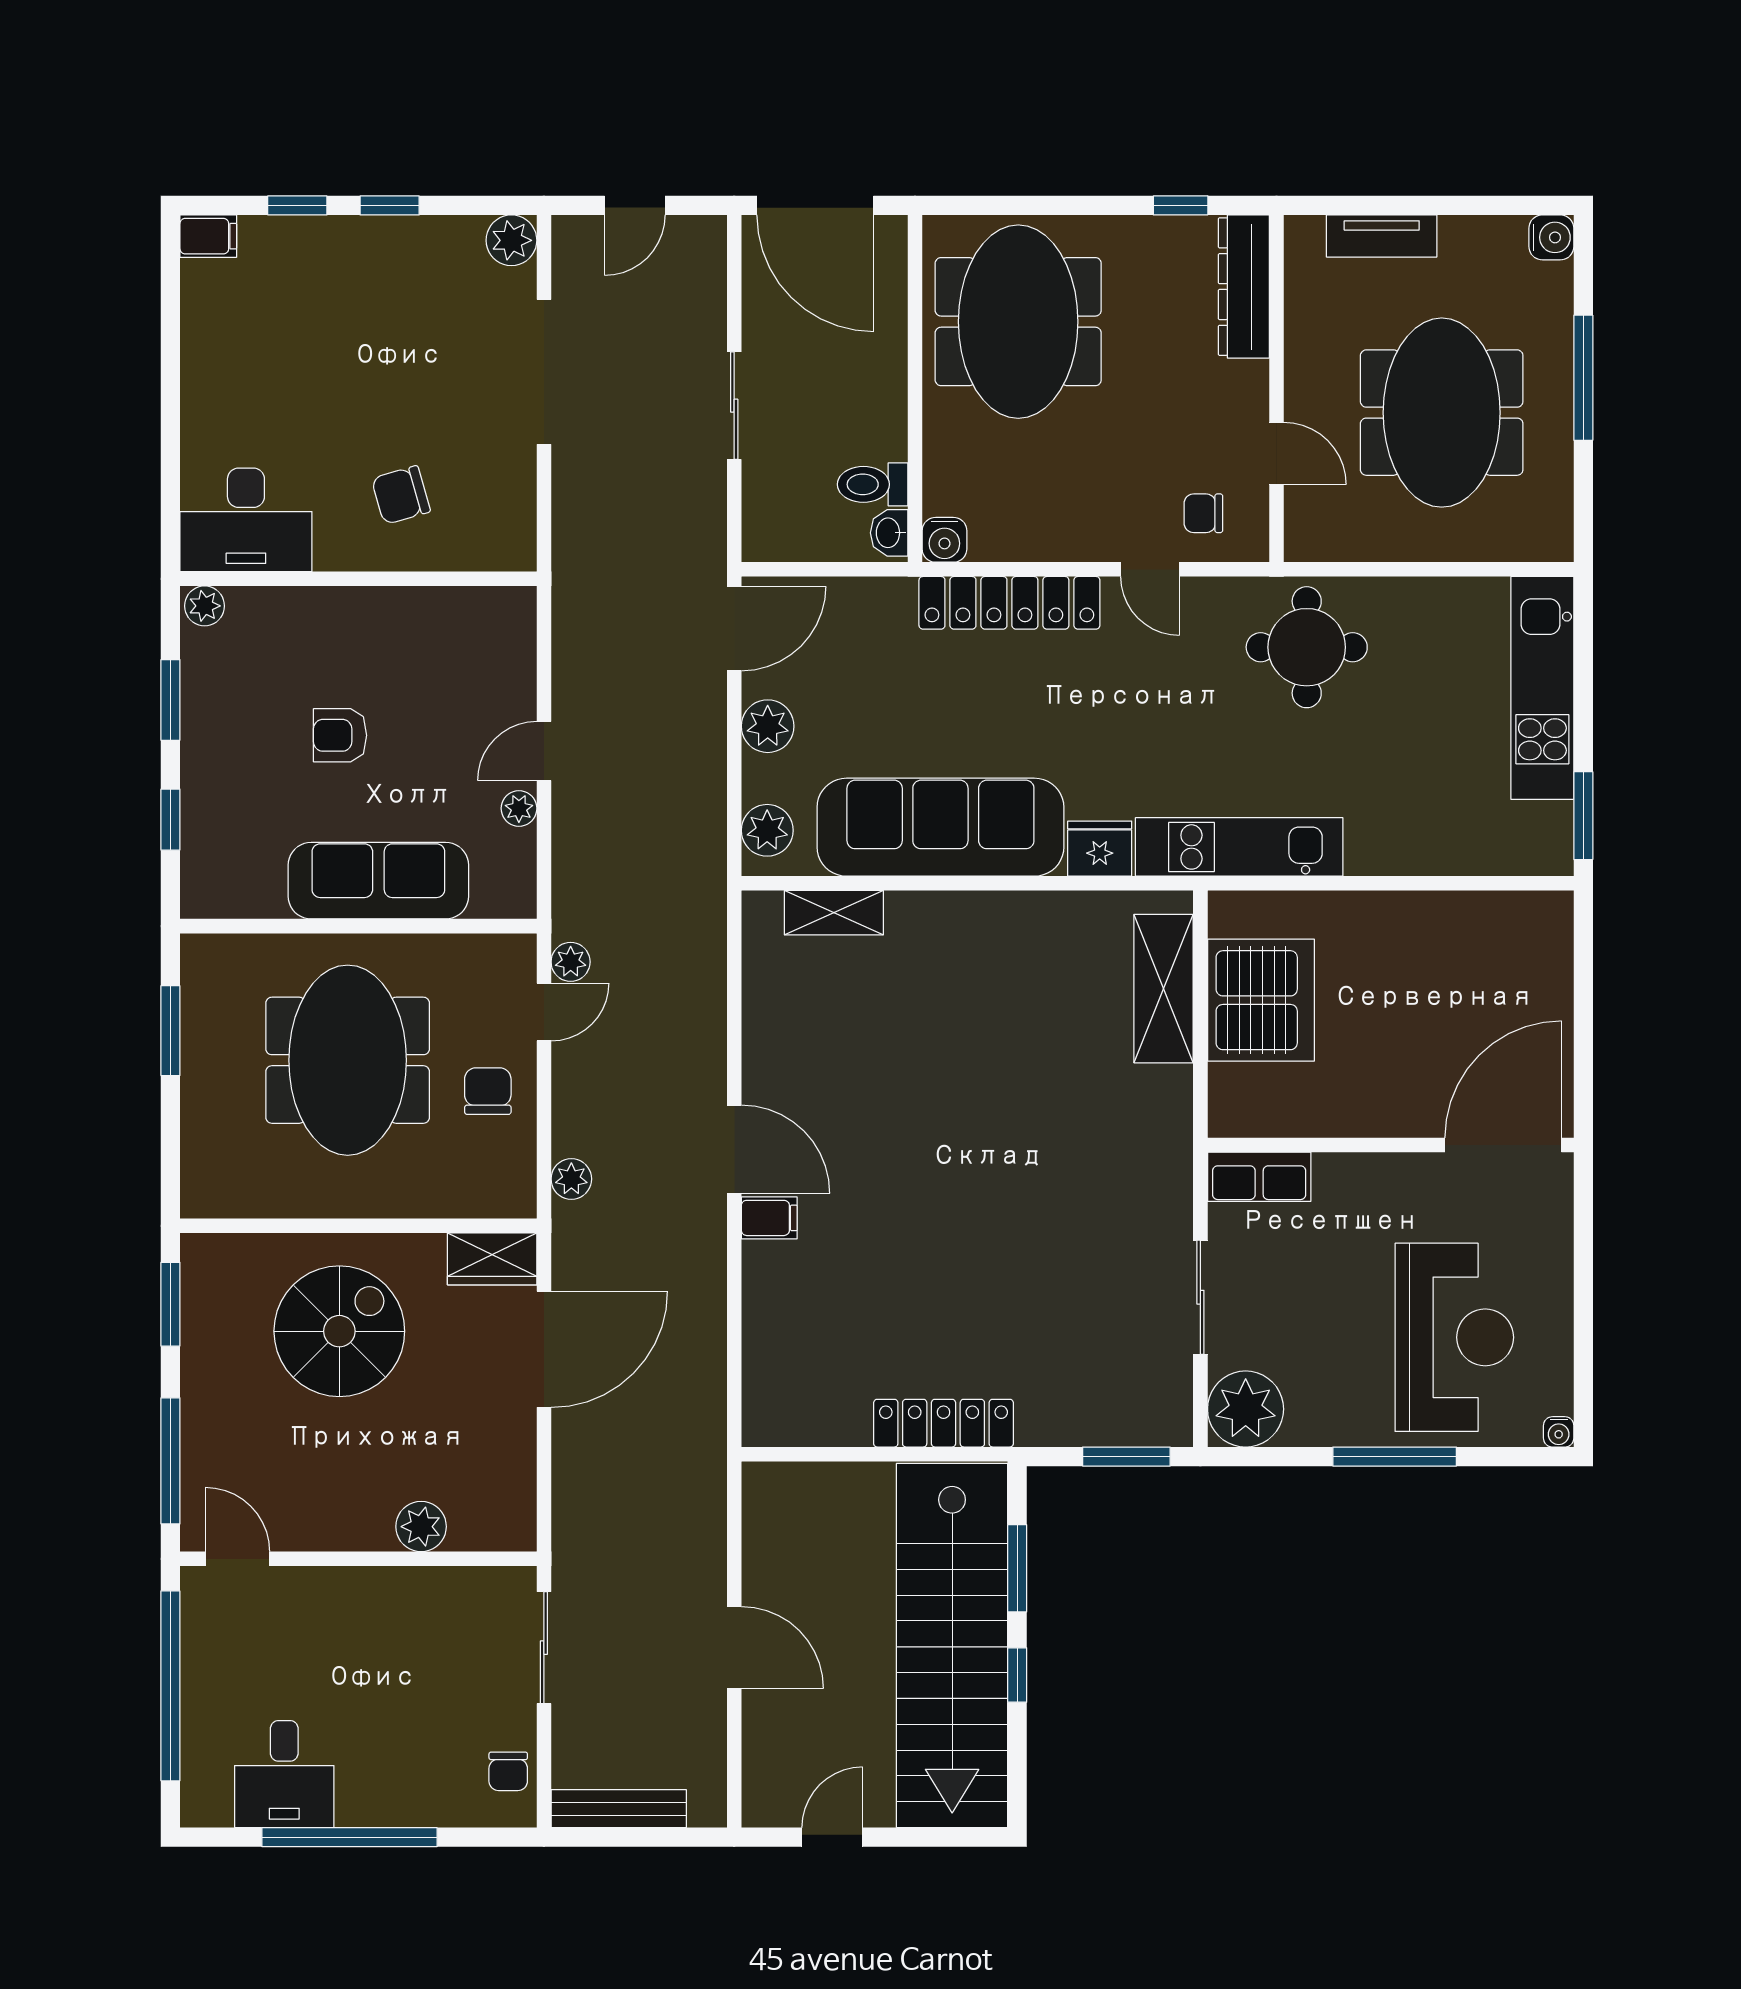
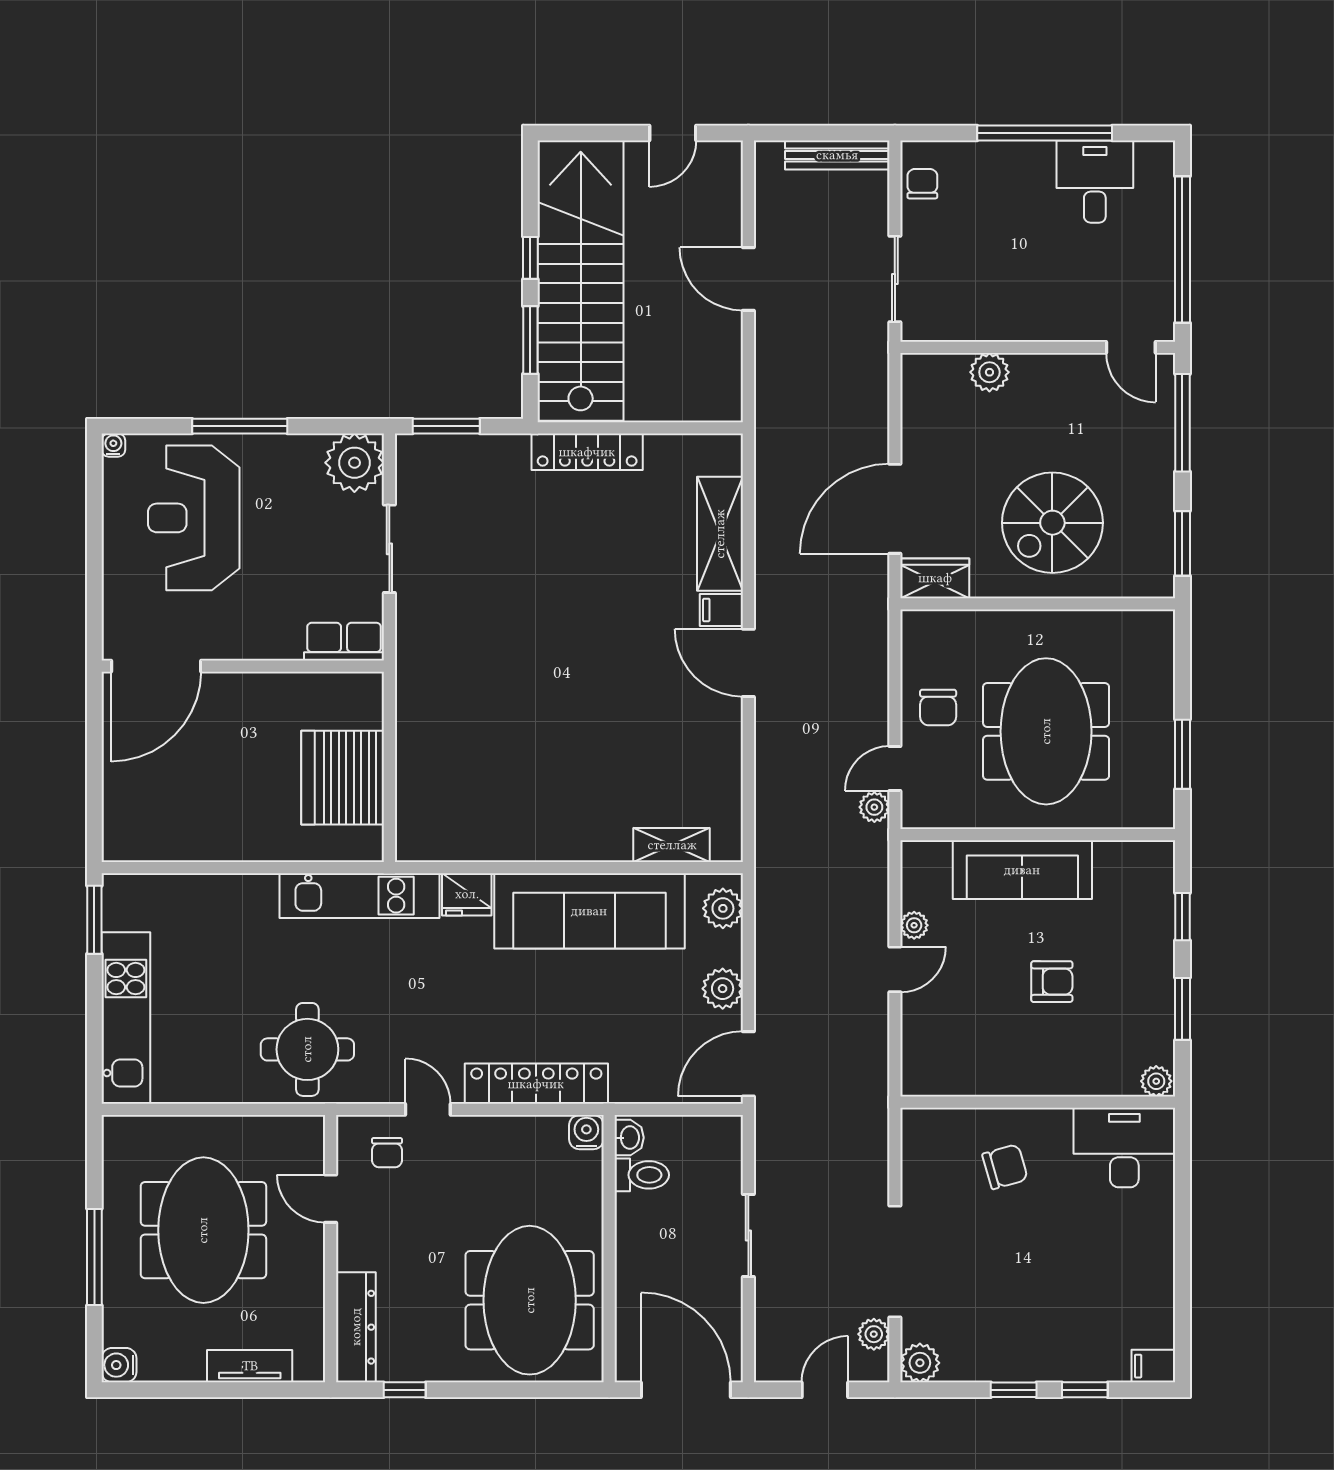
chair: (1203, 513) -> (387, 1153), turned 90
shelving: (1164, 989) -> (720, 534), moved
plant: (571, 1179) -> (874, 1334), moved

